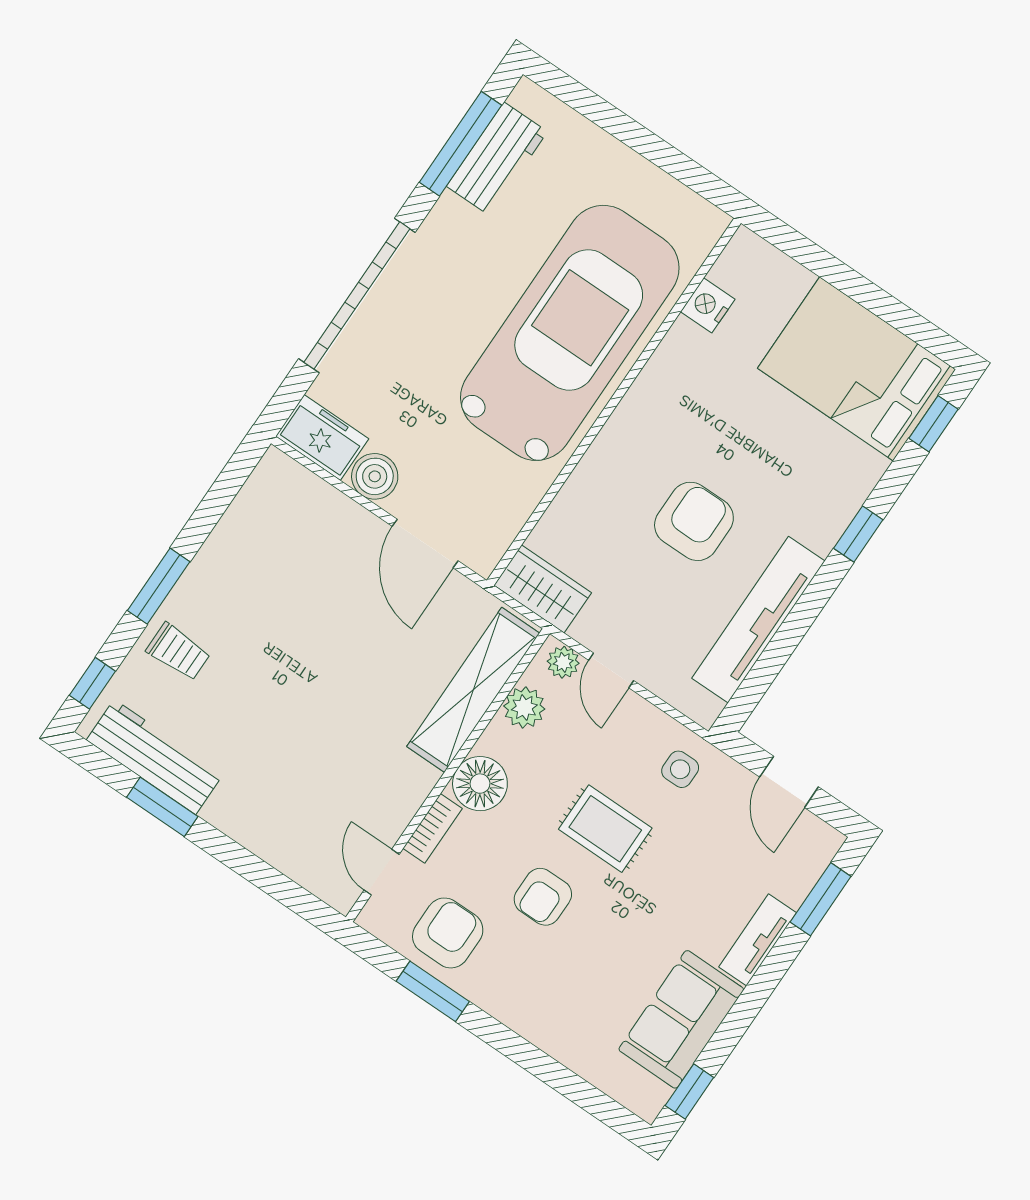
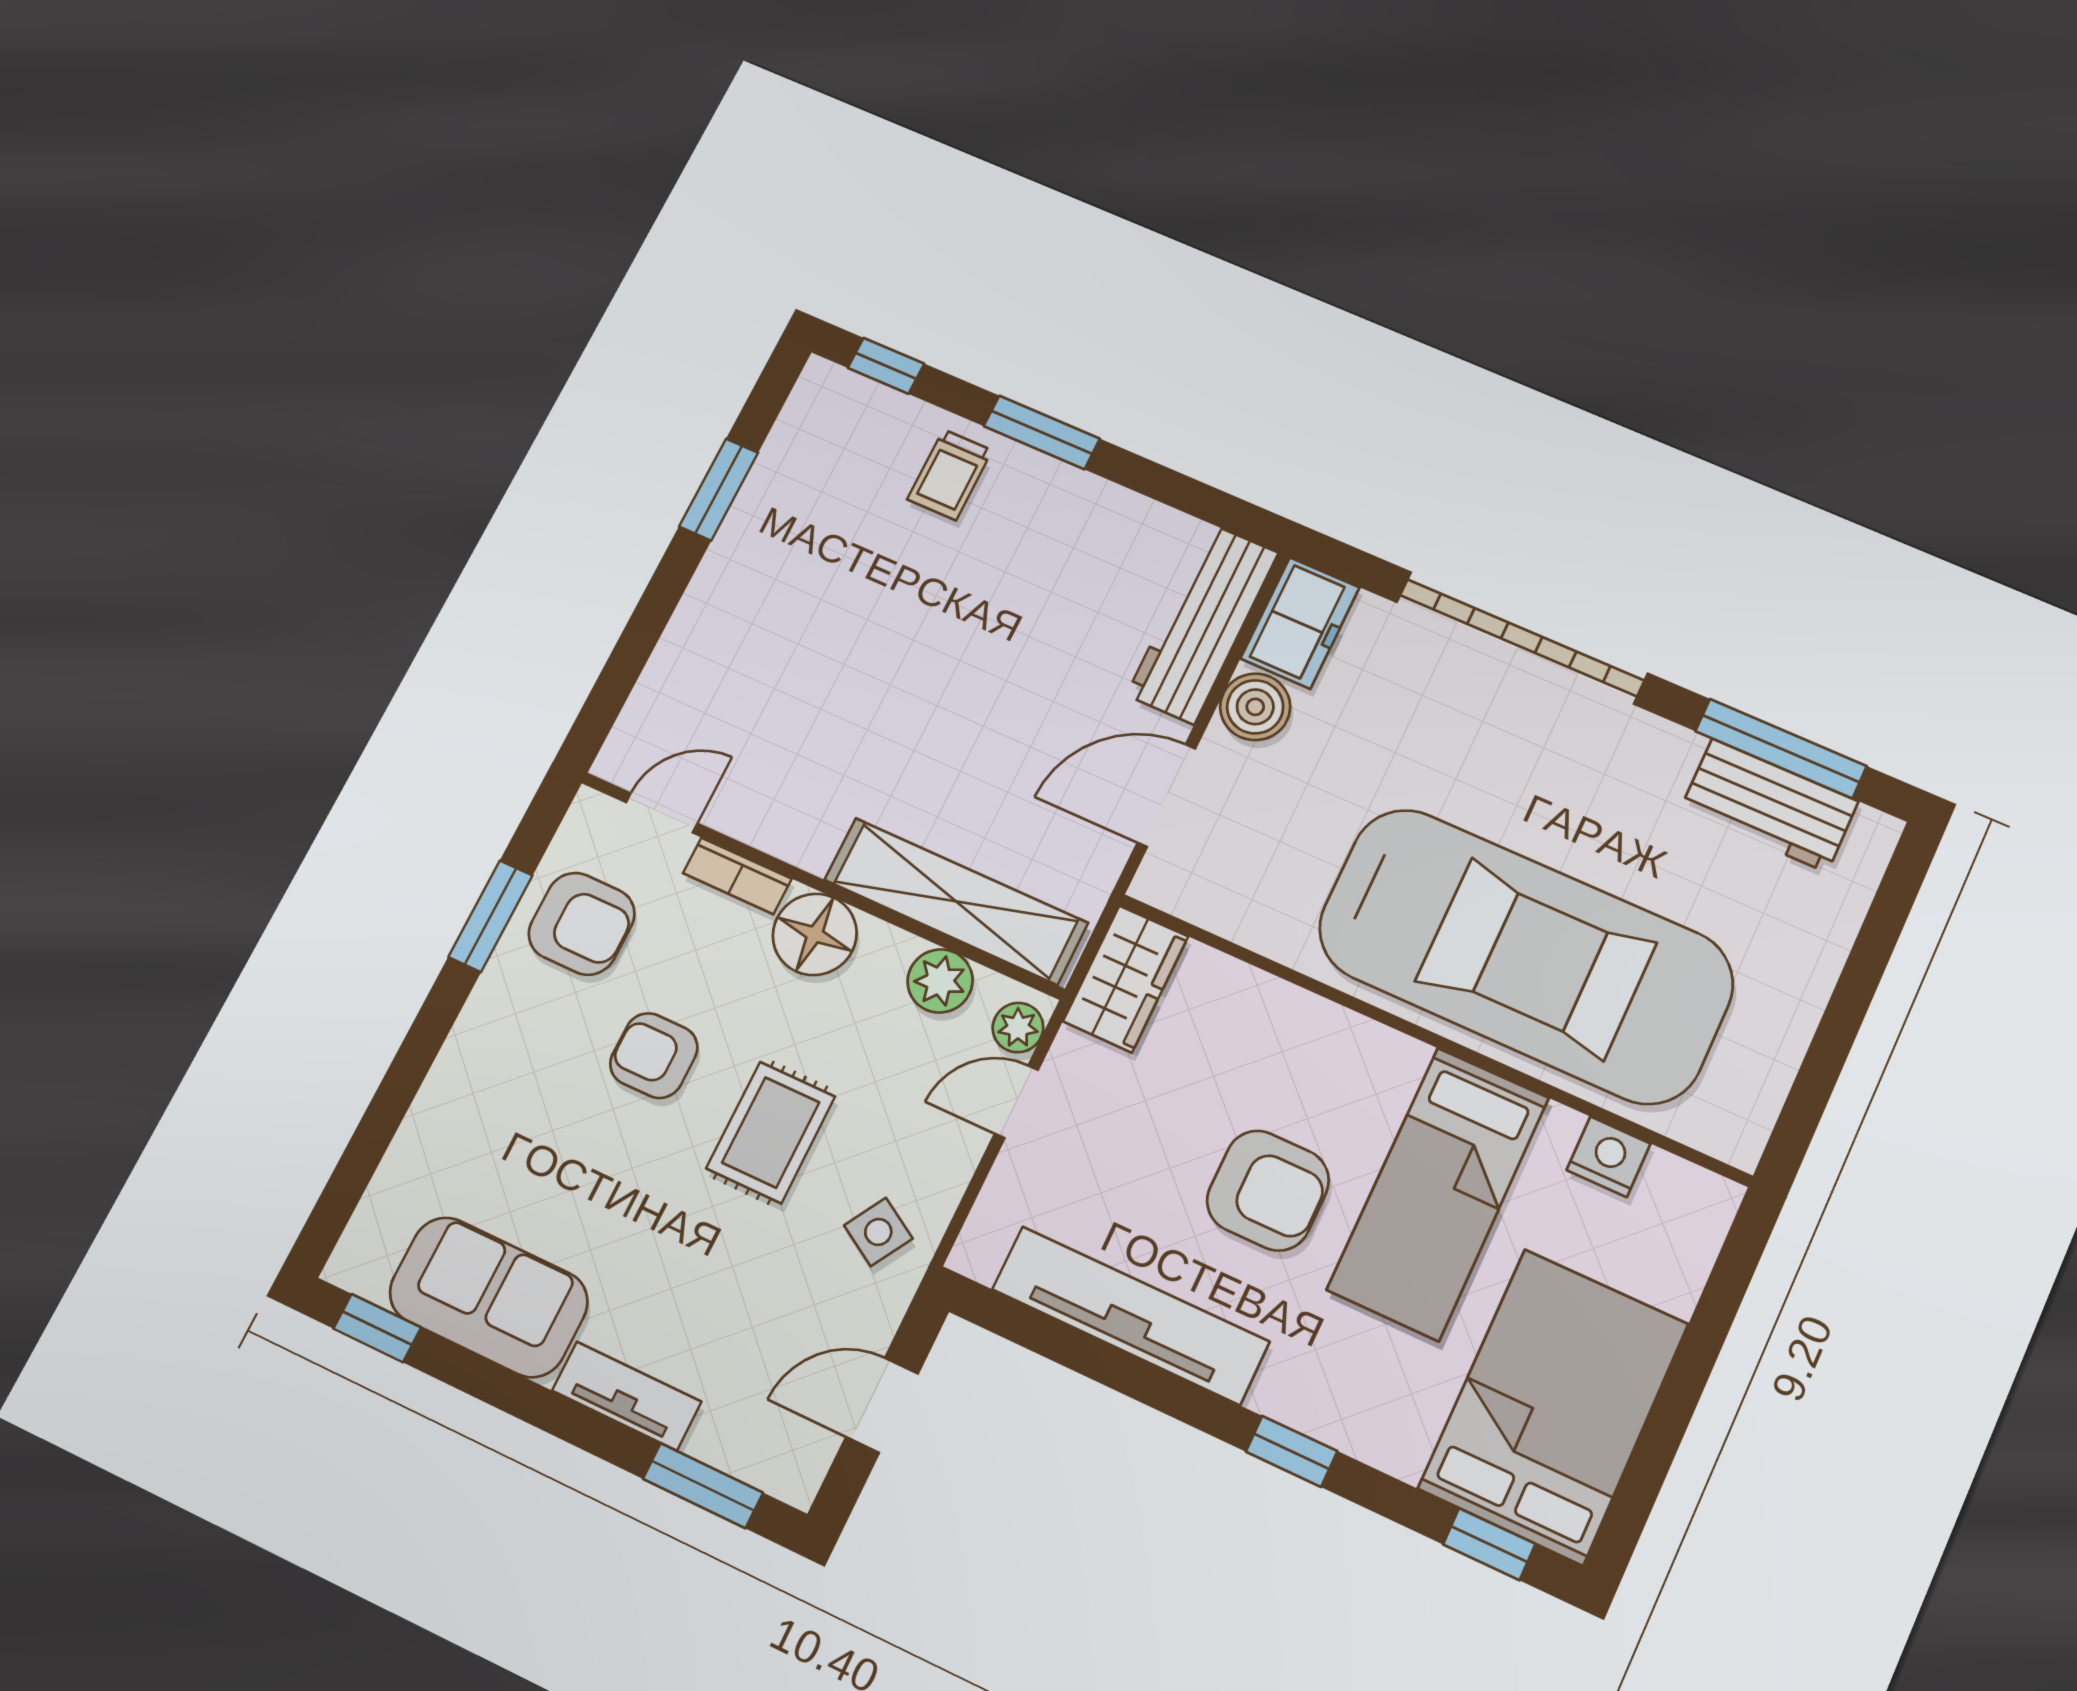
bed: (713, 416) -> (1438, 1193), added
workbench: (155, 757) -> (1203, 624), moved, turned 180
side table: (680, 769) -> (878, 1232), turned 31

